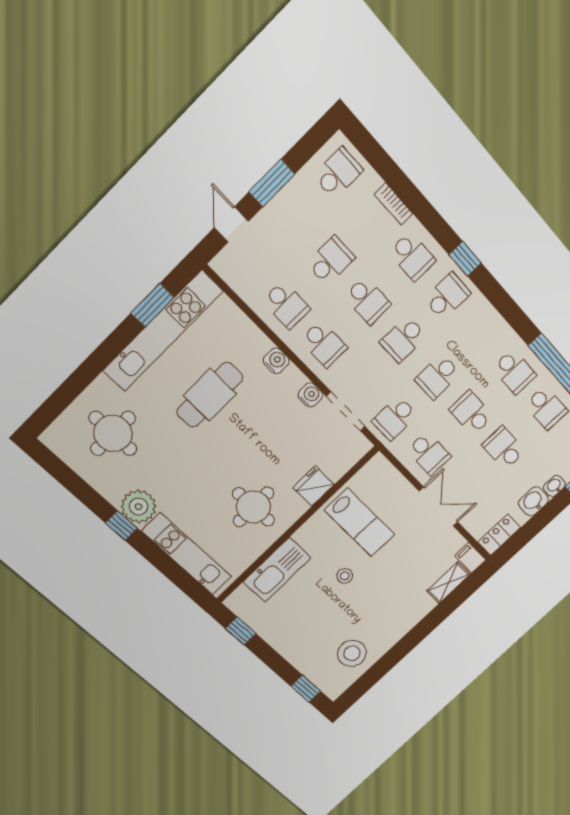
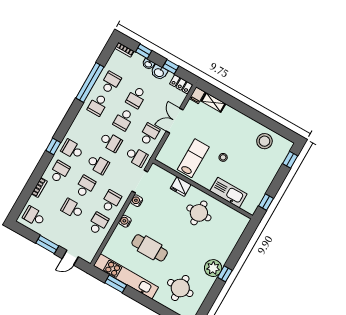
school desk: (514, 372) -> (98, 105), turned 180
window: (536, 524) -> (171, 67), added
kitchen unit: (187, 554) -> (231, 239), removed

